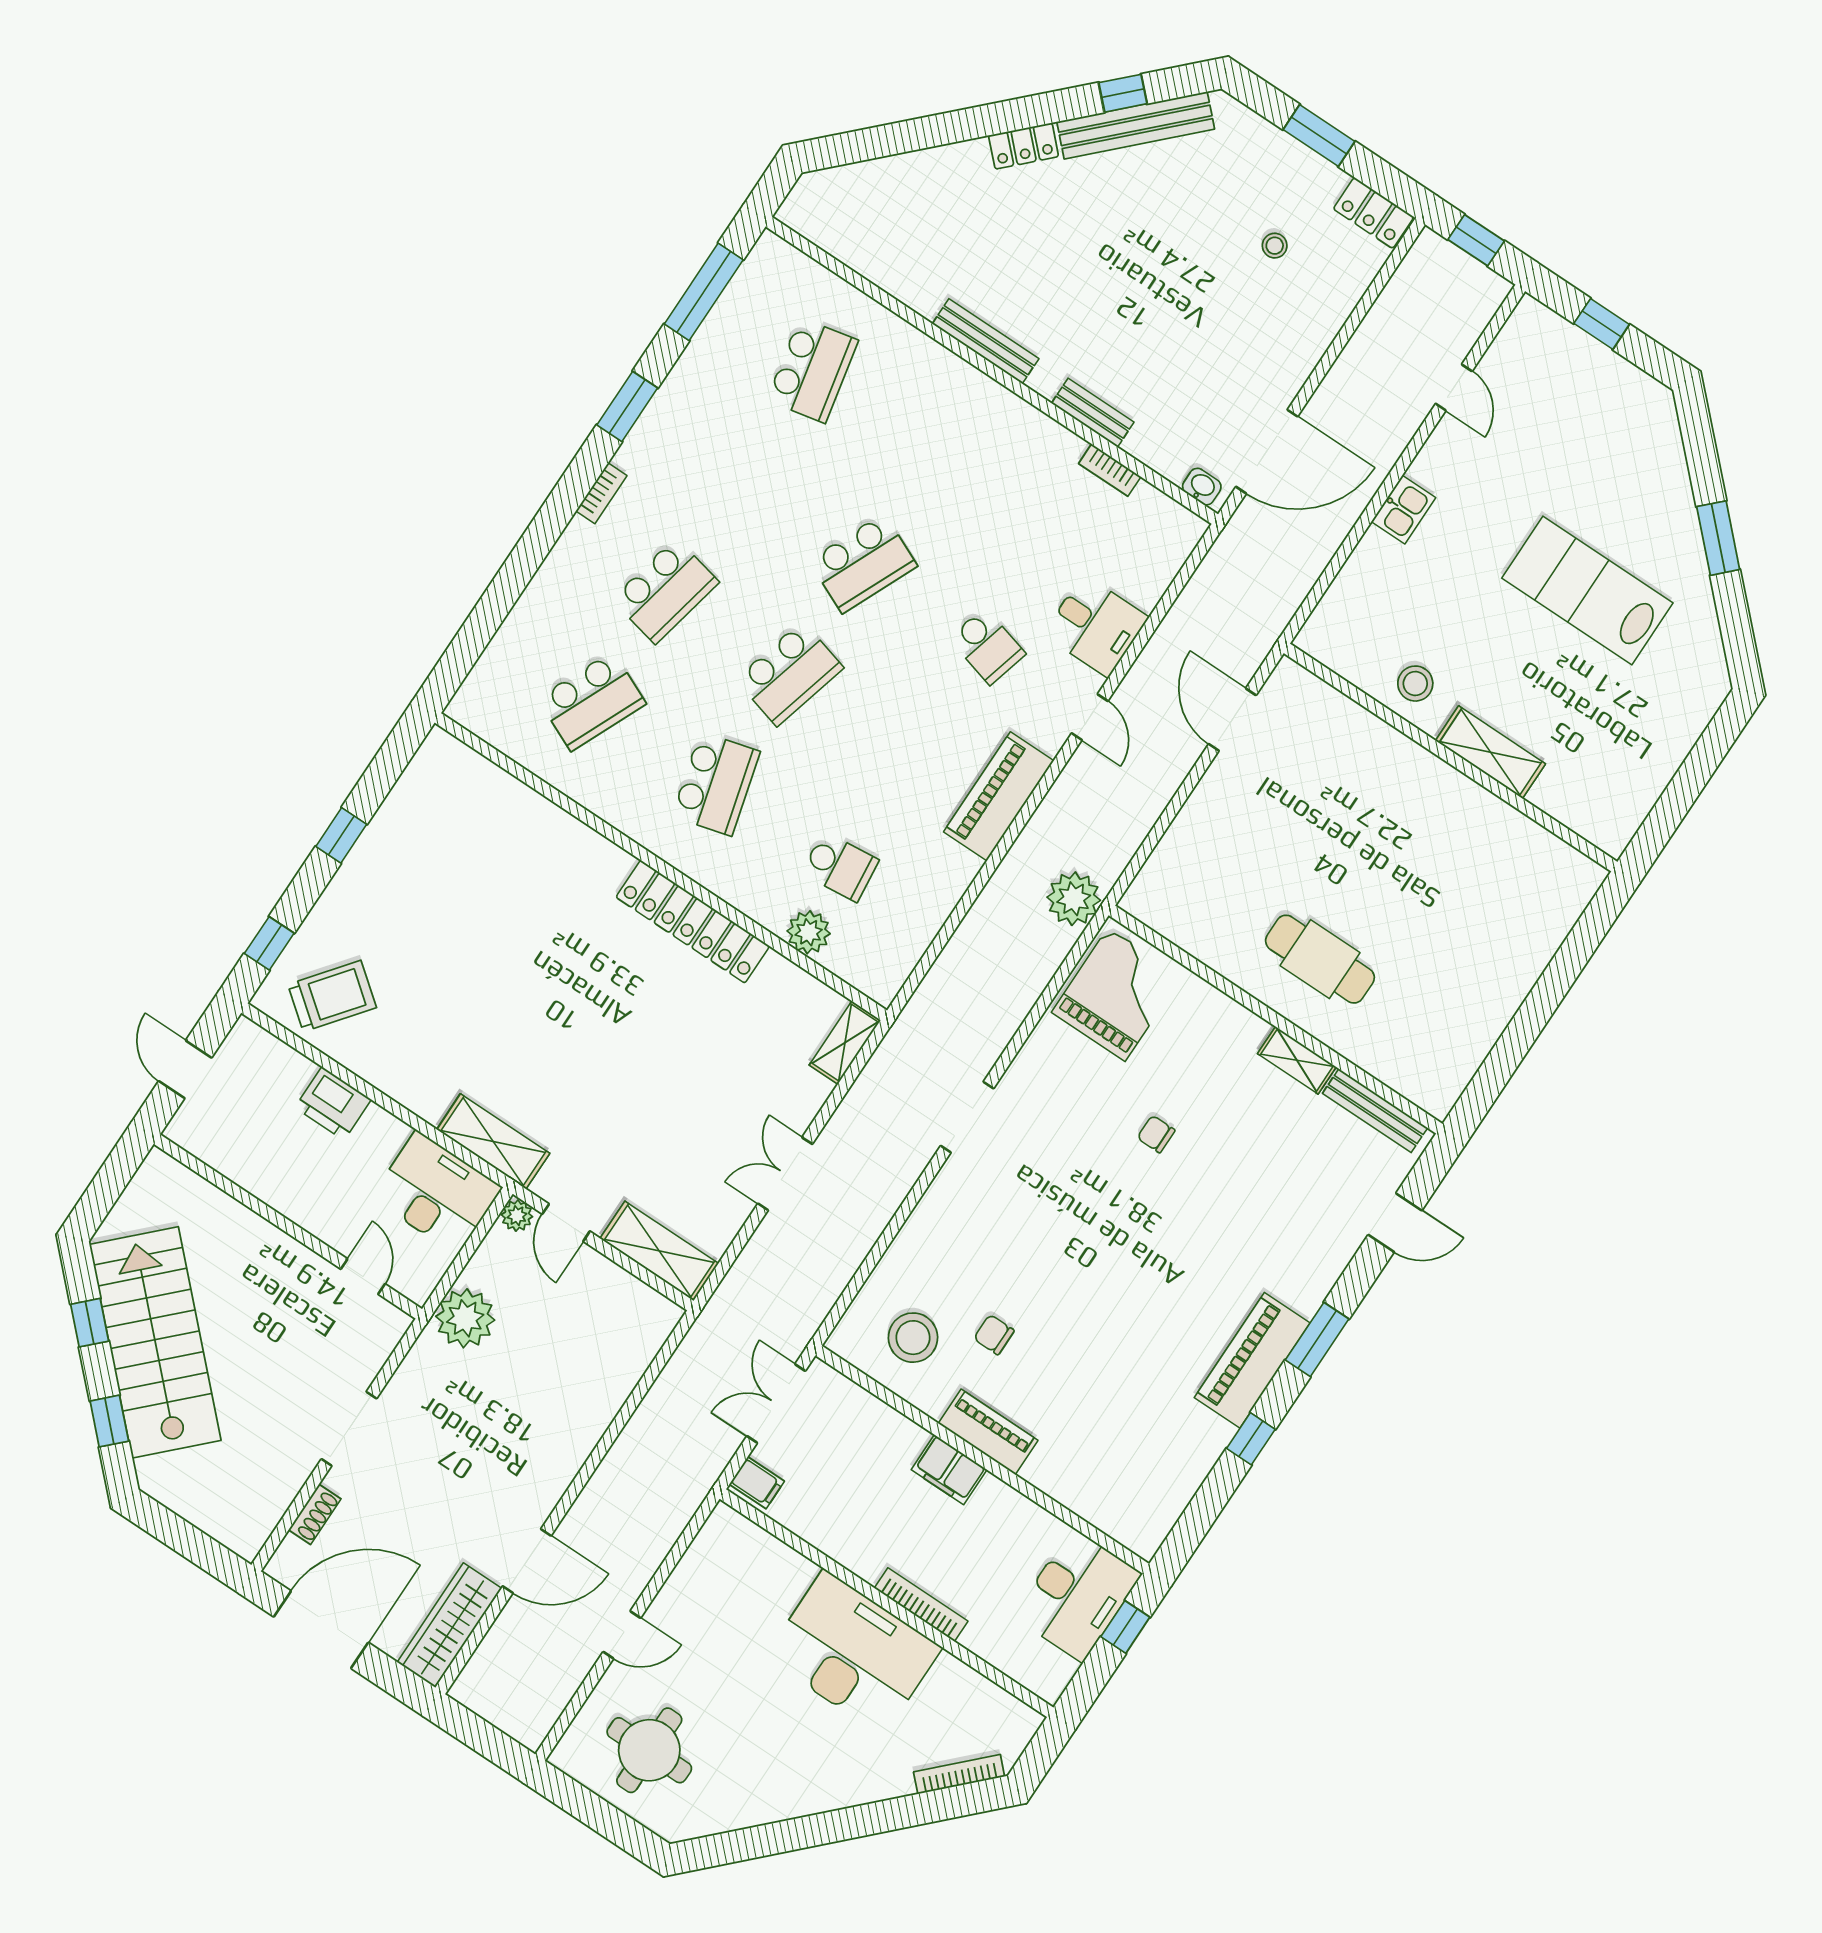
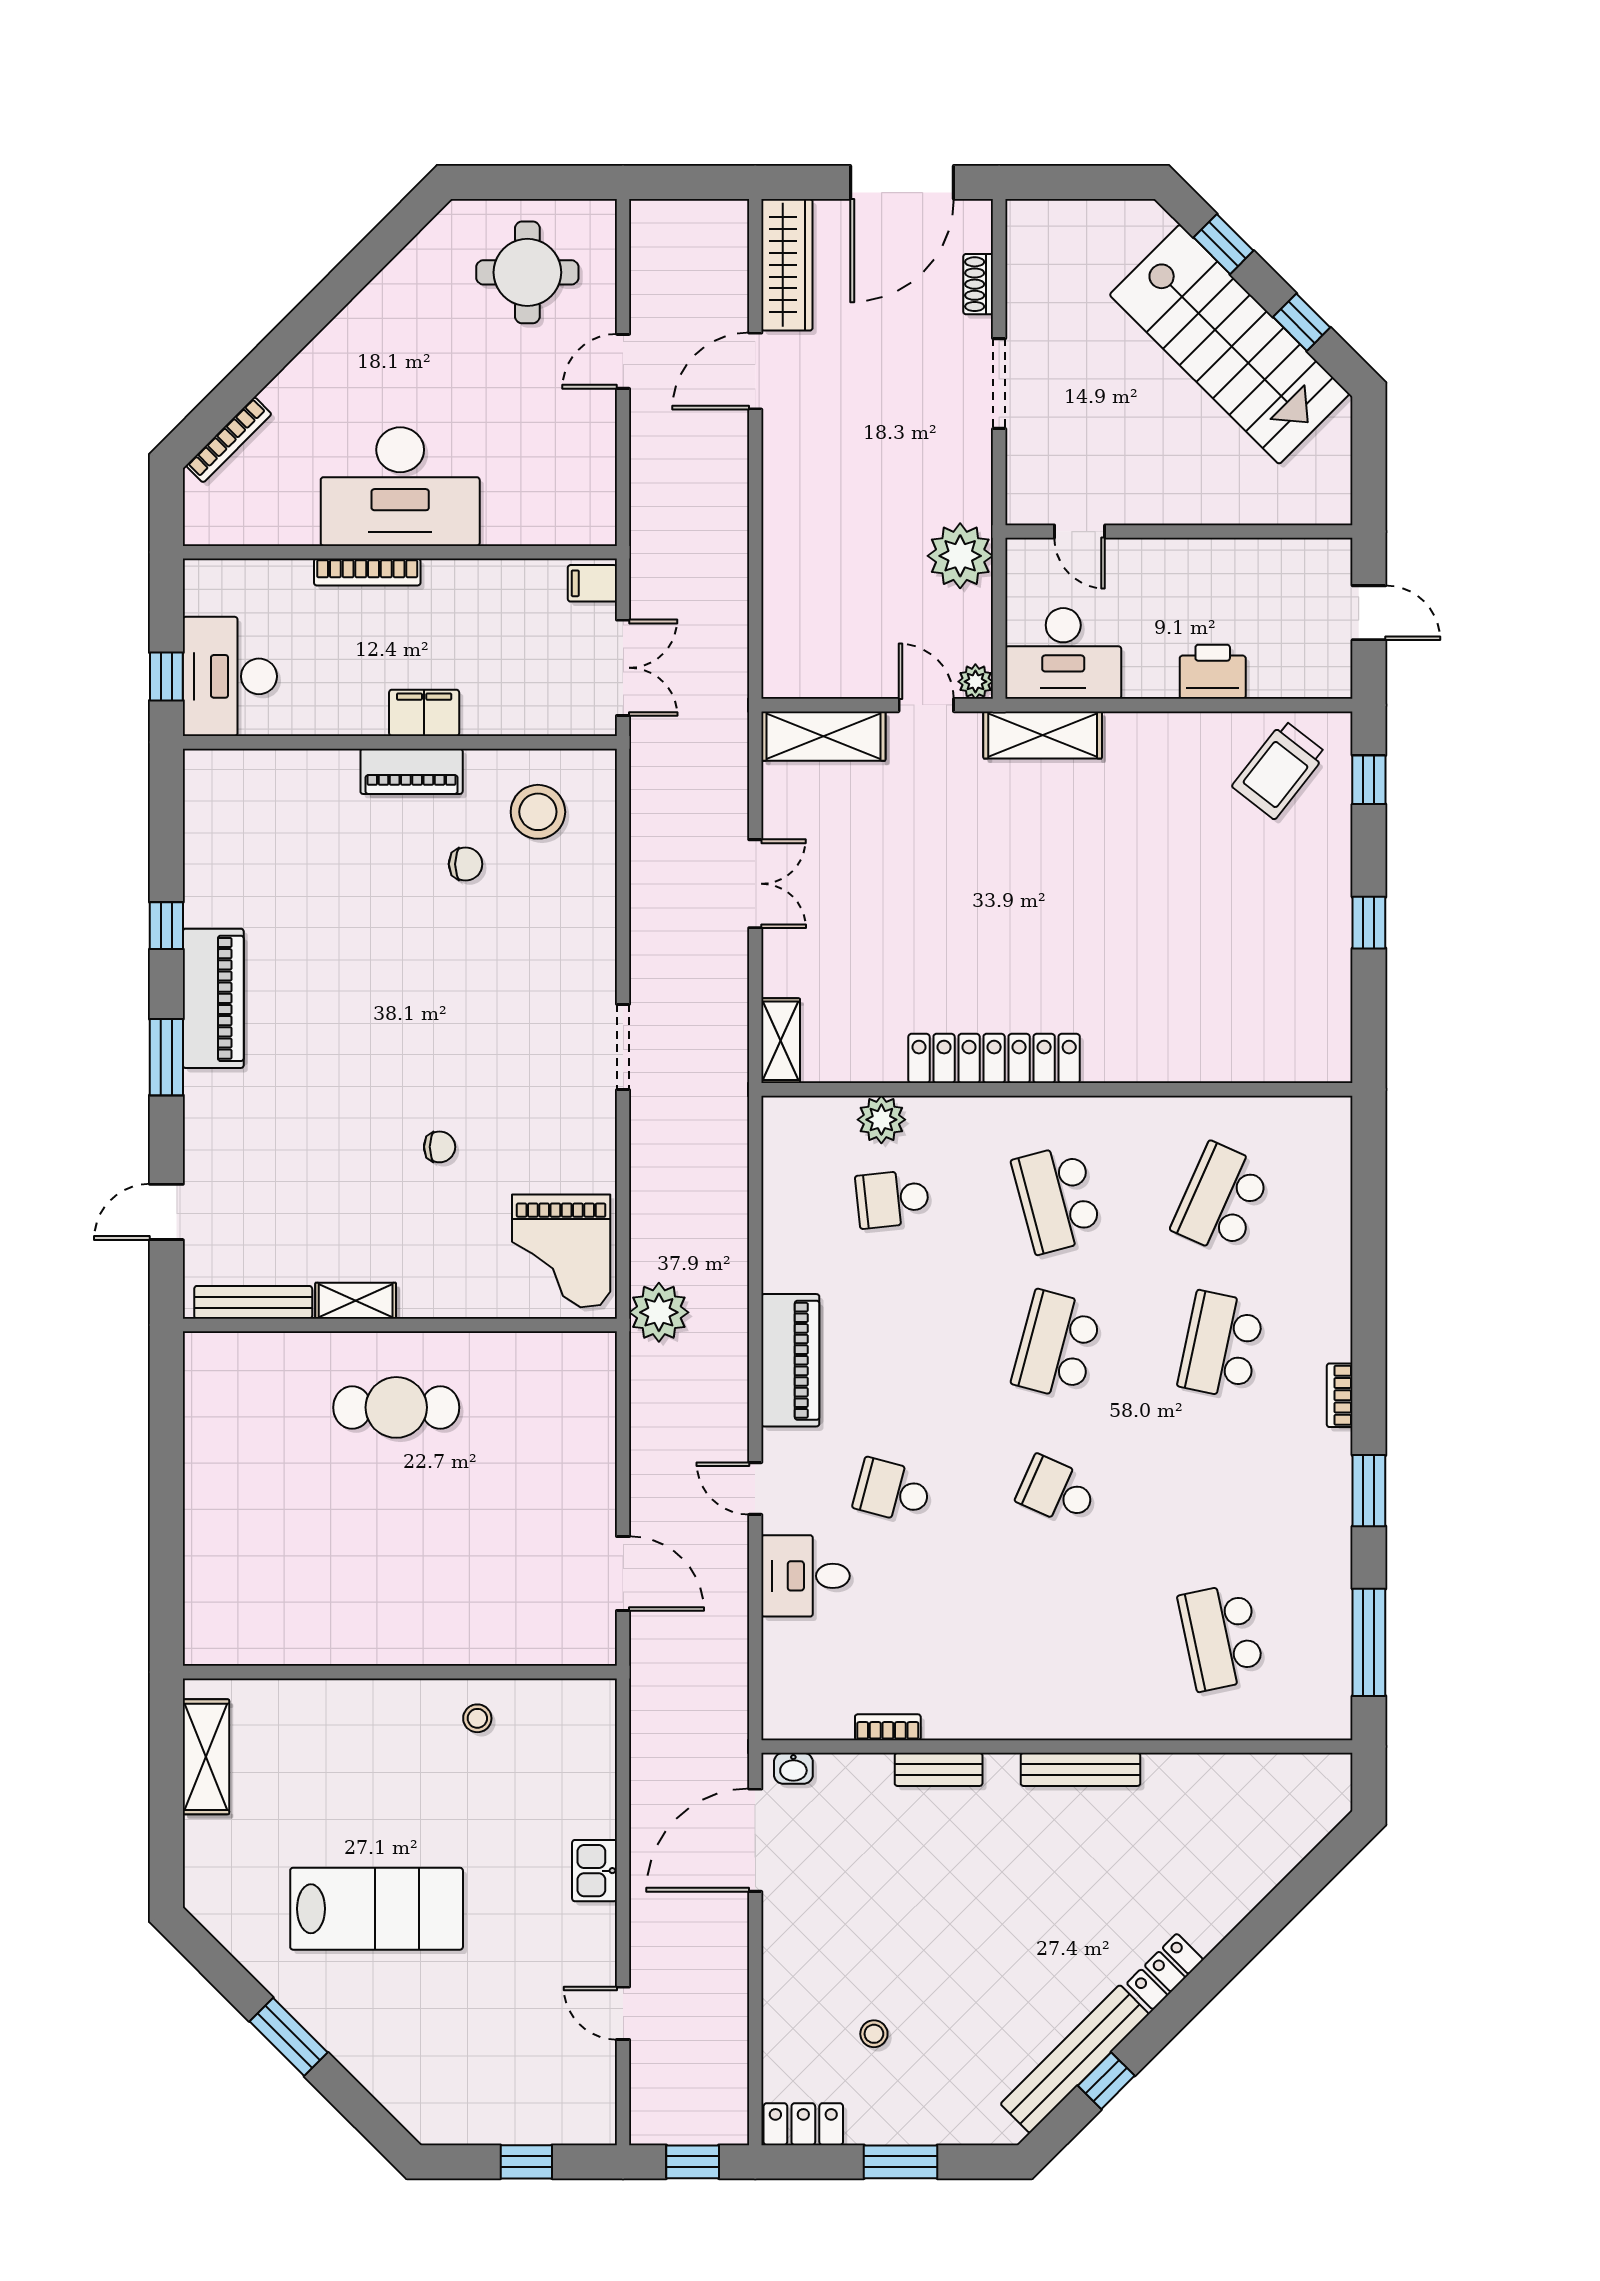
school desk: (863, 563) -> (1057, 1491), width x0.54
stool: (1415, 684) -> (477, 1718), width x0.73, depth x0.73
shelving: (1490, 752) -> (206, 1757), moved, turned 90

